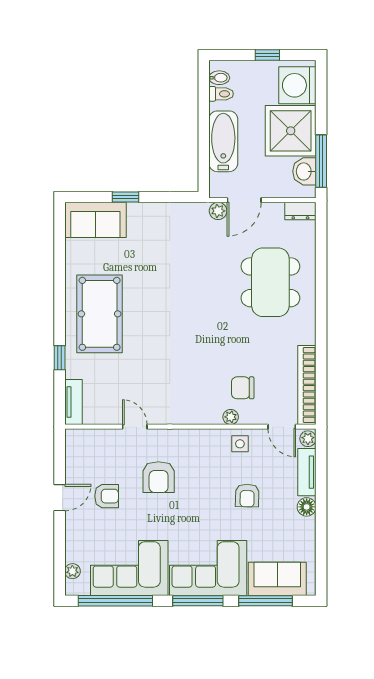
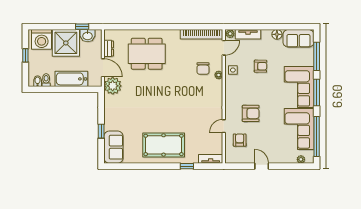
window: (321, 161) -> (82, 27), width x0.46
plant: (218, 211) -> (113, 86), width x1.87, depth x1.87
dresser: (300, 211) -> (109, 48), moved
armchair: (107, 496) -> (240, 140), moved
floor lamp: (307, 507) -> (277, 34), moved
sofa: (277, 579) -> (298, 38), moved, turned -90

